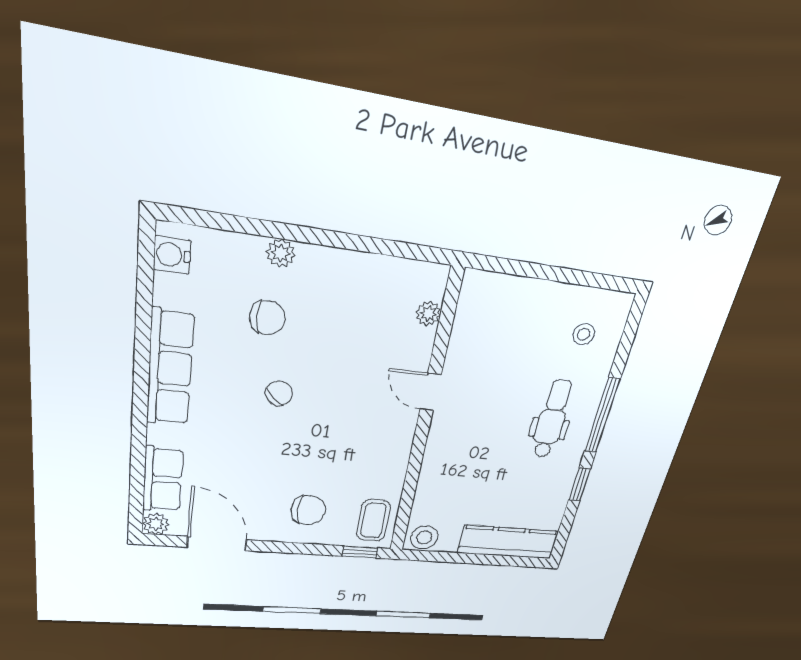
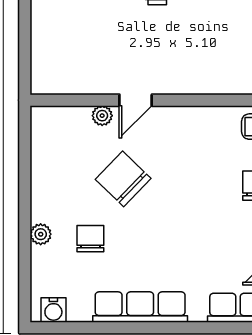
plant: (428, 314) -> (102, 116), moved
chair: (279, 393) -> (123, 179), moved, width x1.87, depth x1.87

